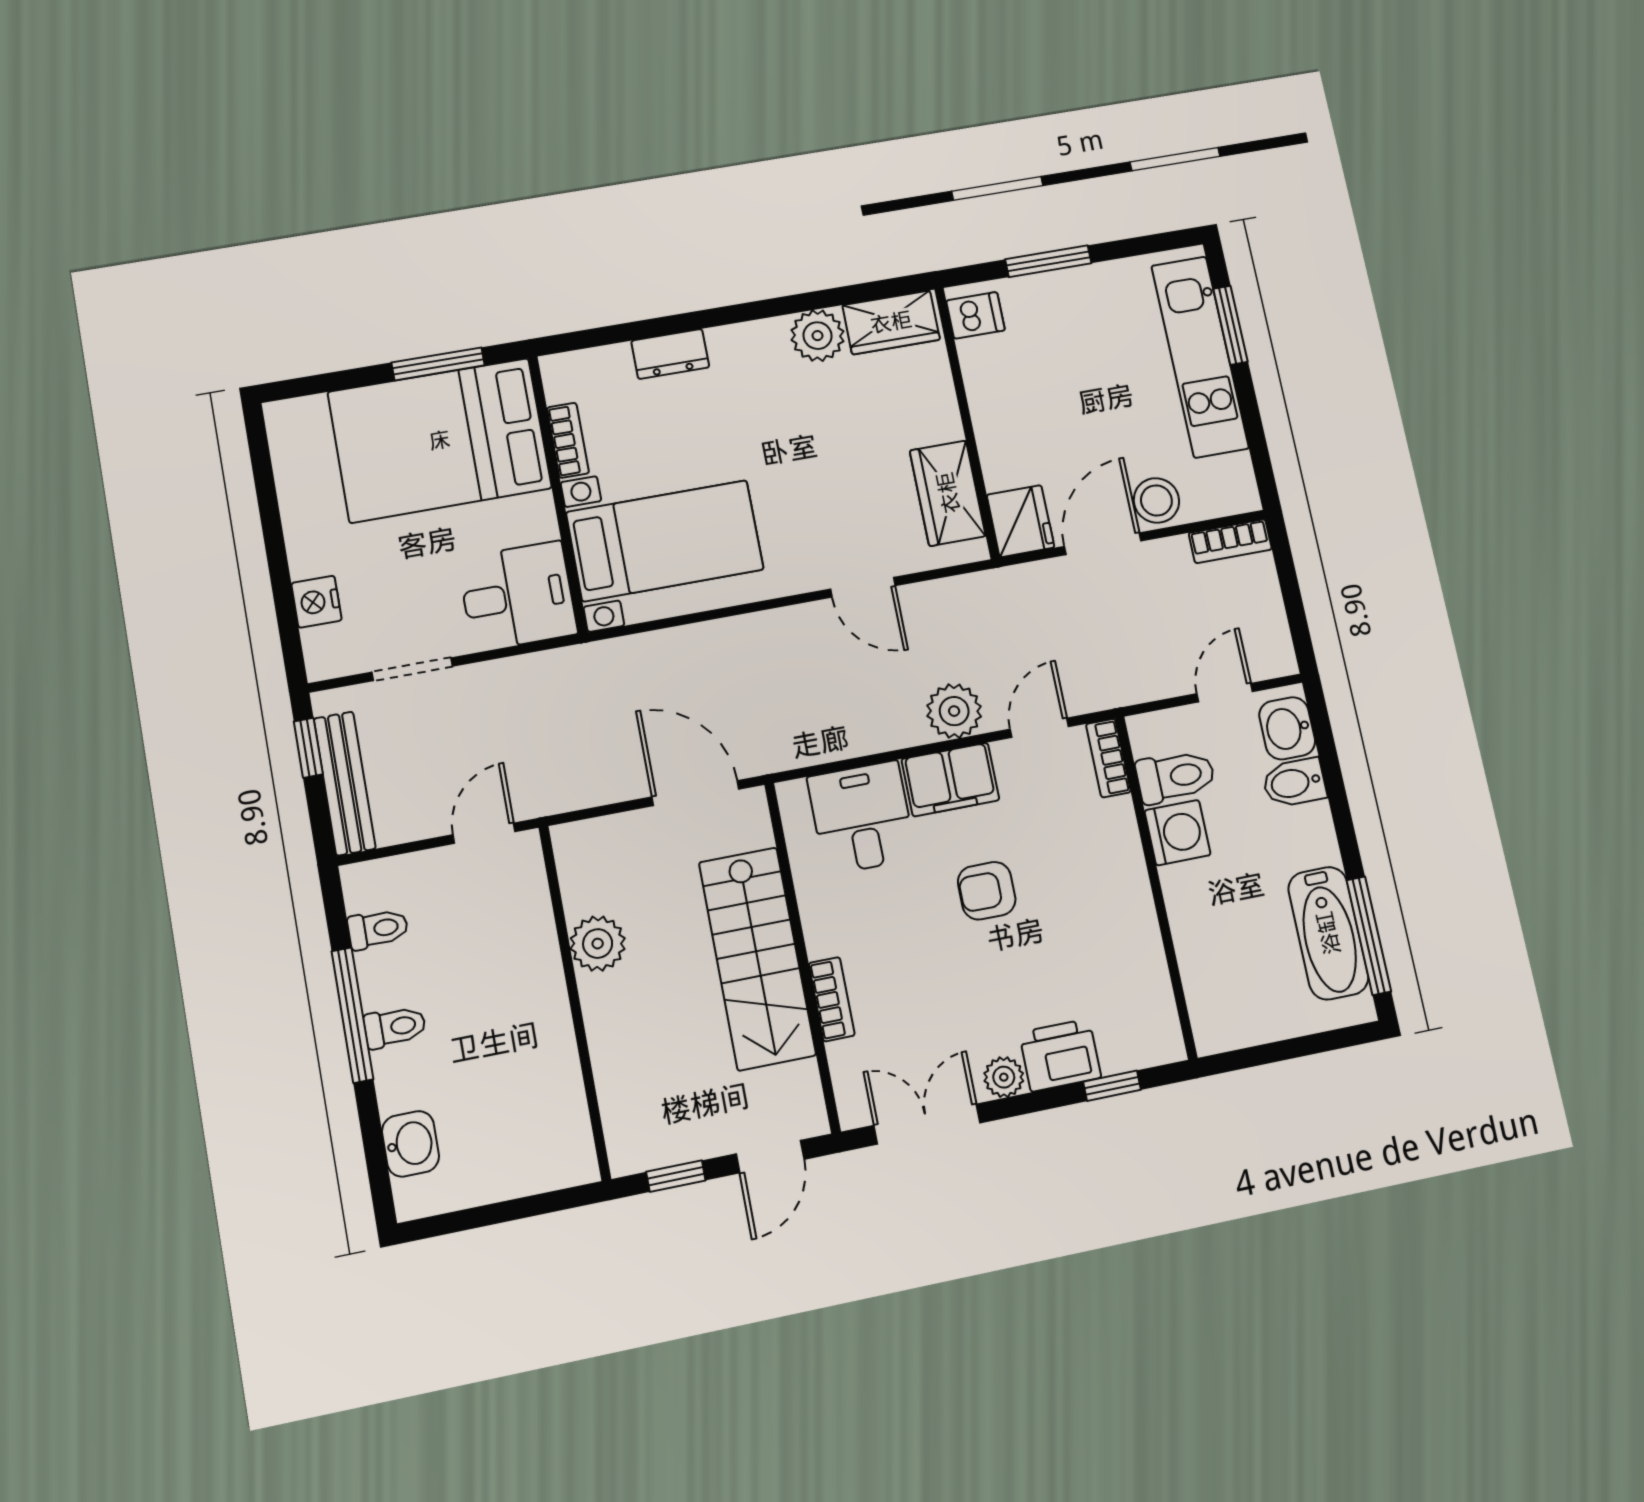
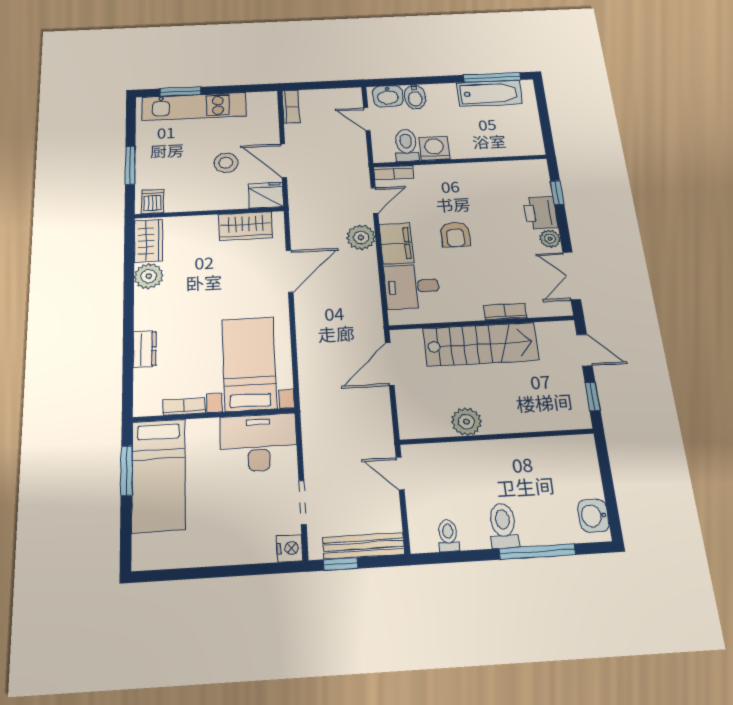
bed: (440, 440) -> (158, 475), width x0.67
stool: (1156, 500) -> (226, 163), moved
door: (863, 587) -> (290, 271), width x1.38
desk: (518, 596) -> (258, 443), width x1.37
nightstand: (316, 602) -> (290, 548), moved, turned -90
door: (1039, 728) -> (374, 201), swing flipped
window: (352, 1015) -> (537, 552), moved
toilet: (395, 1027) -> (503, 526), width x1.37, depth x1.39
washbasin: (410, 1144) -> (593, 516), moved, turned -90

